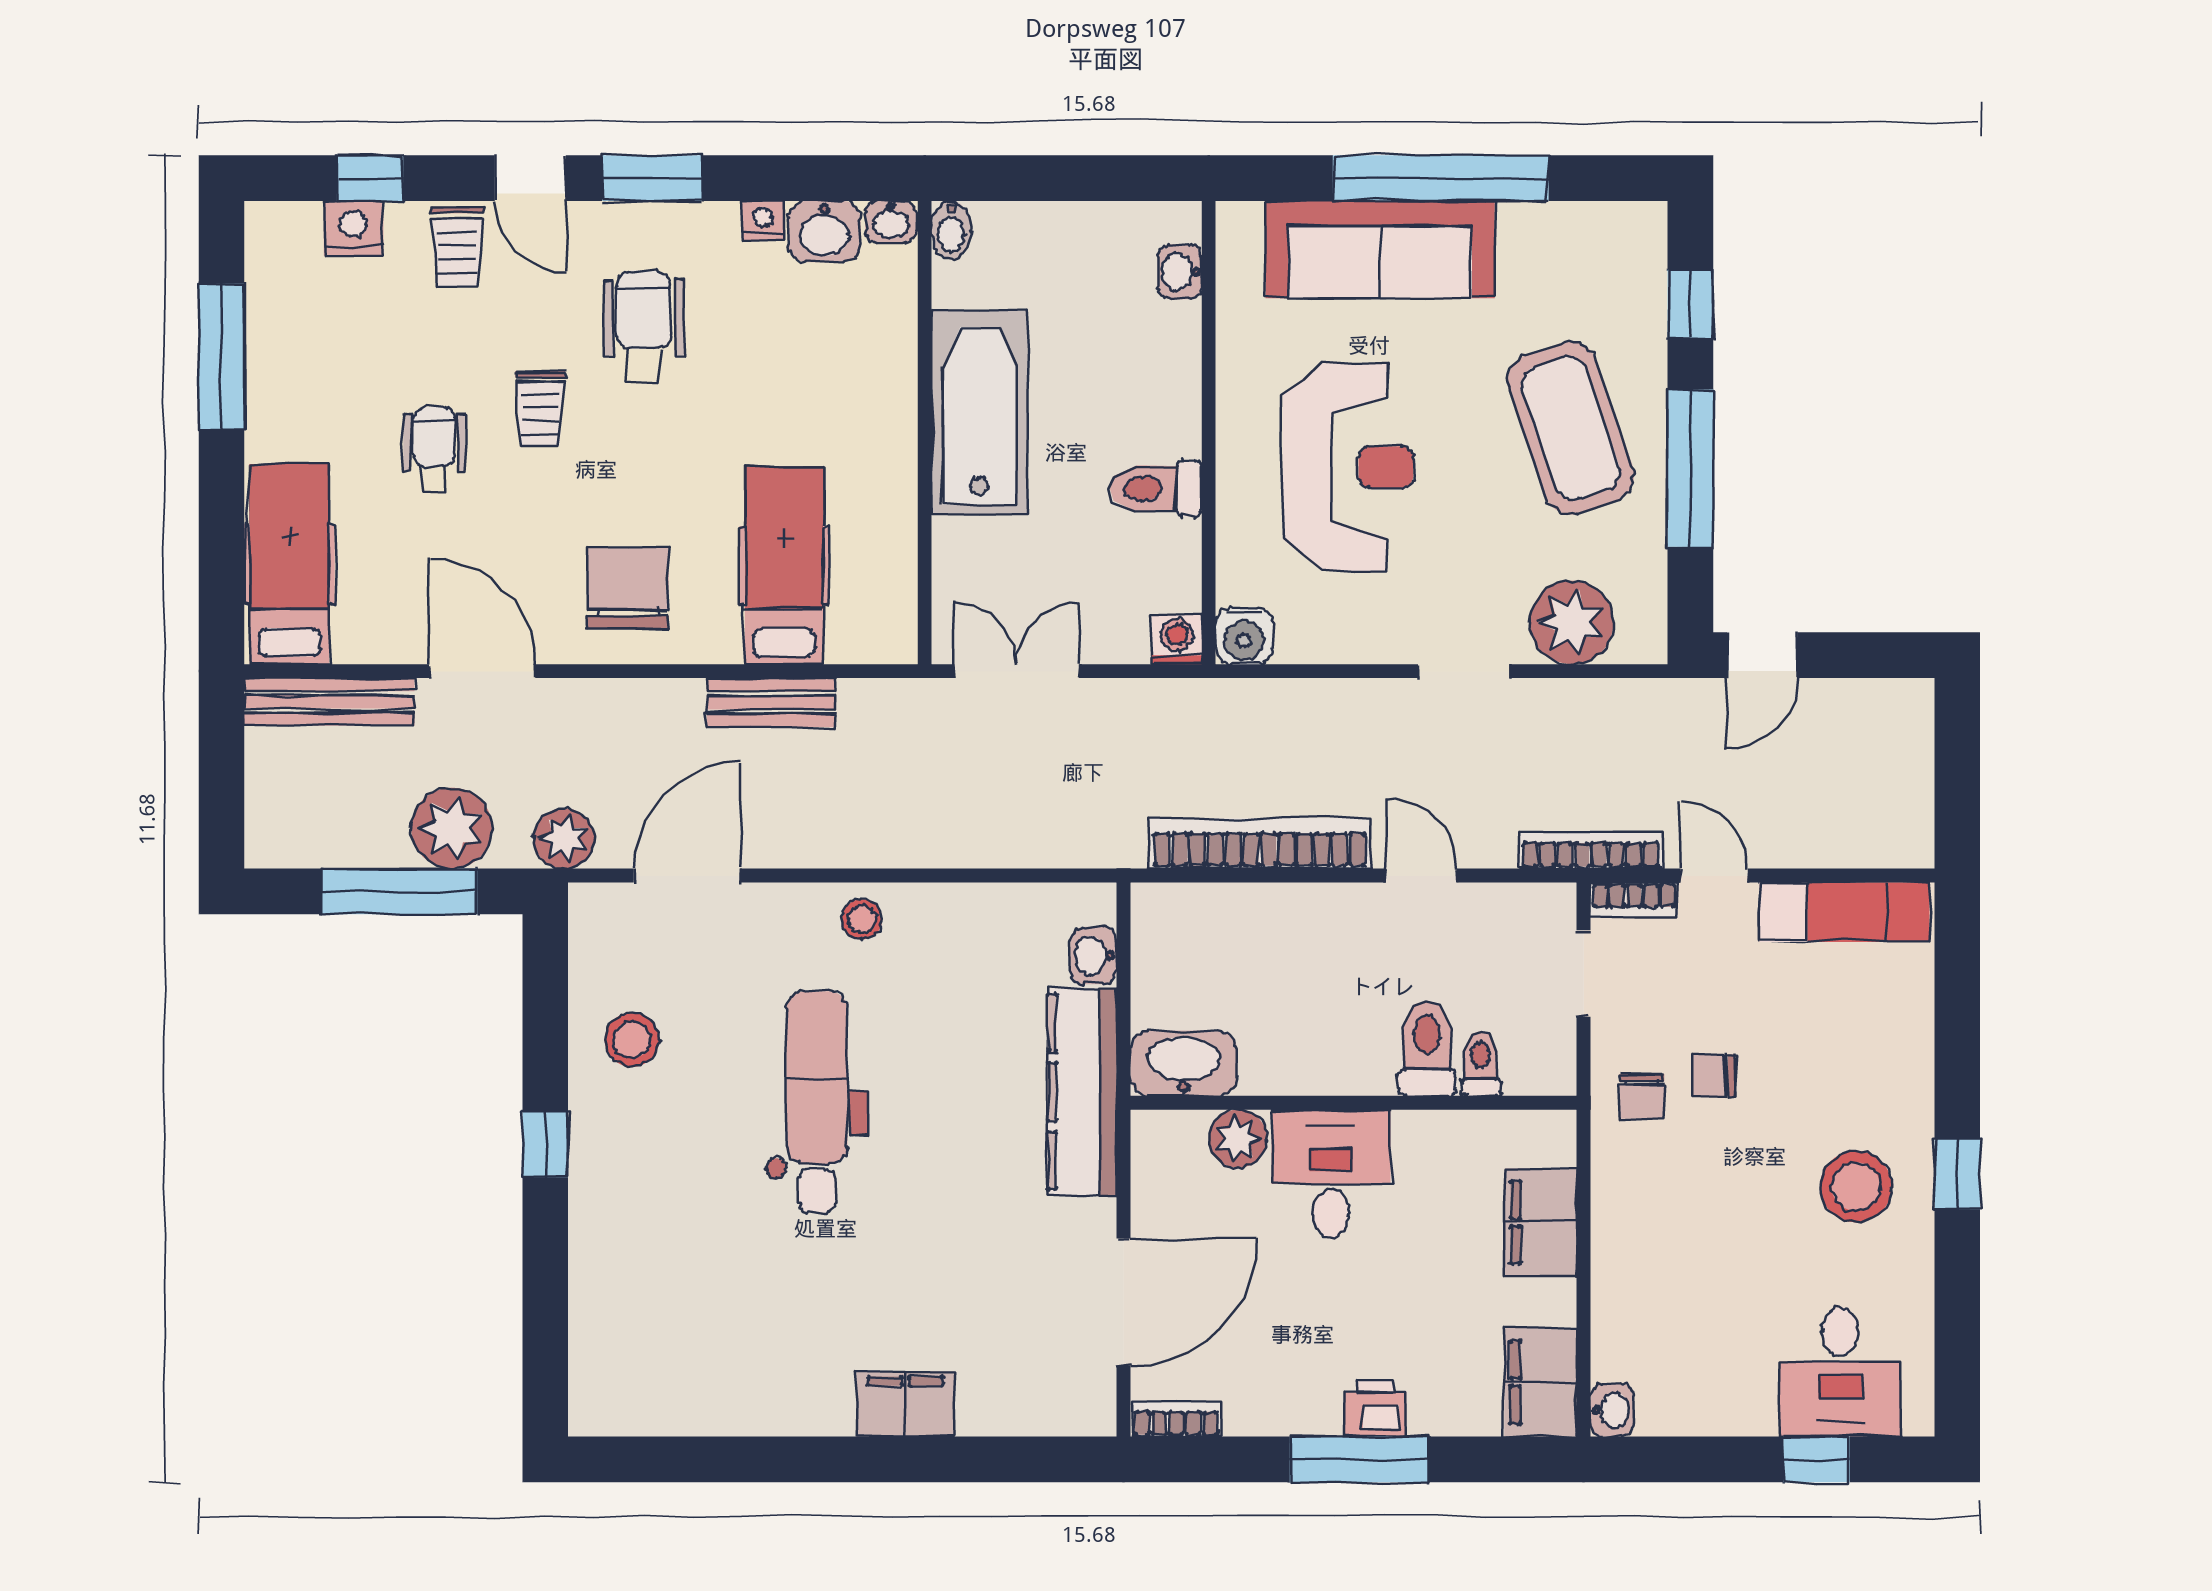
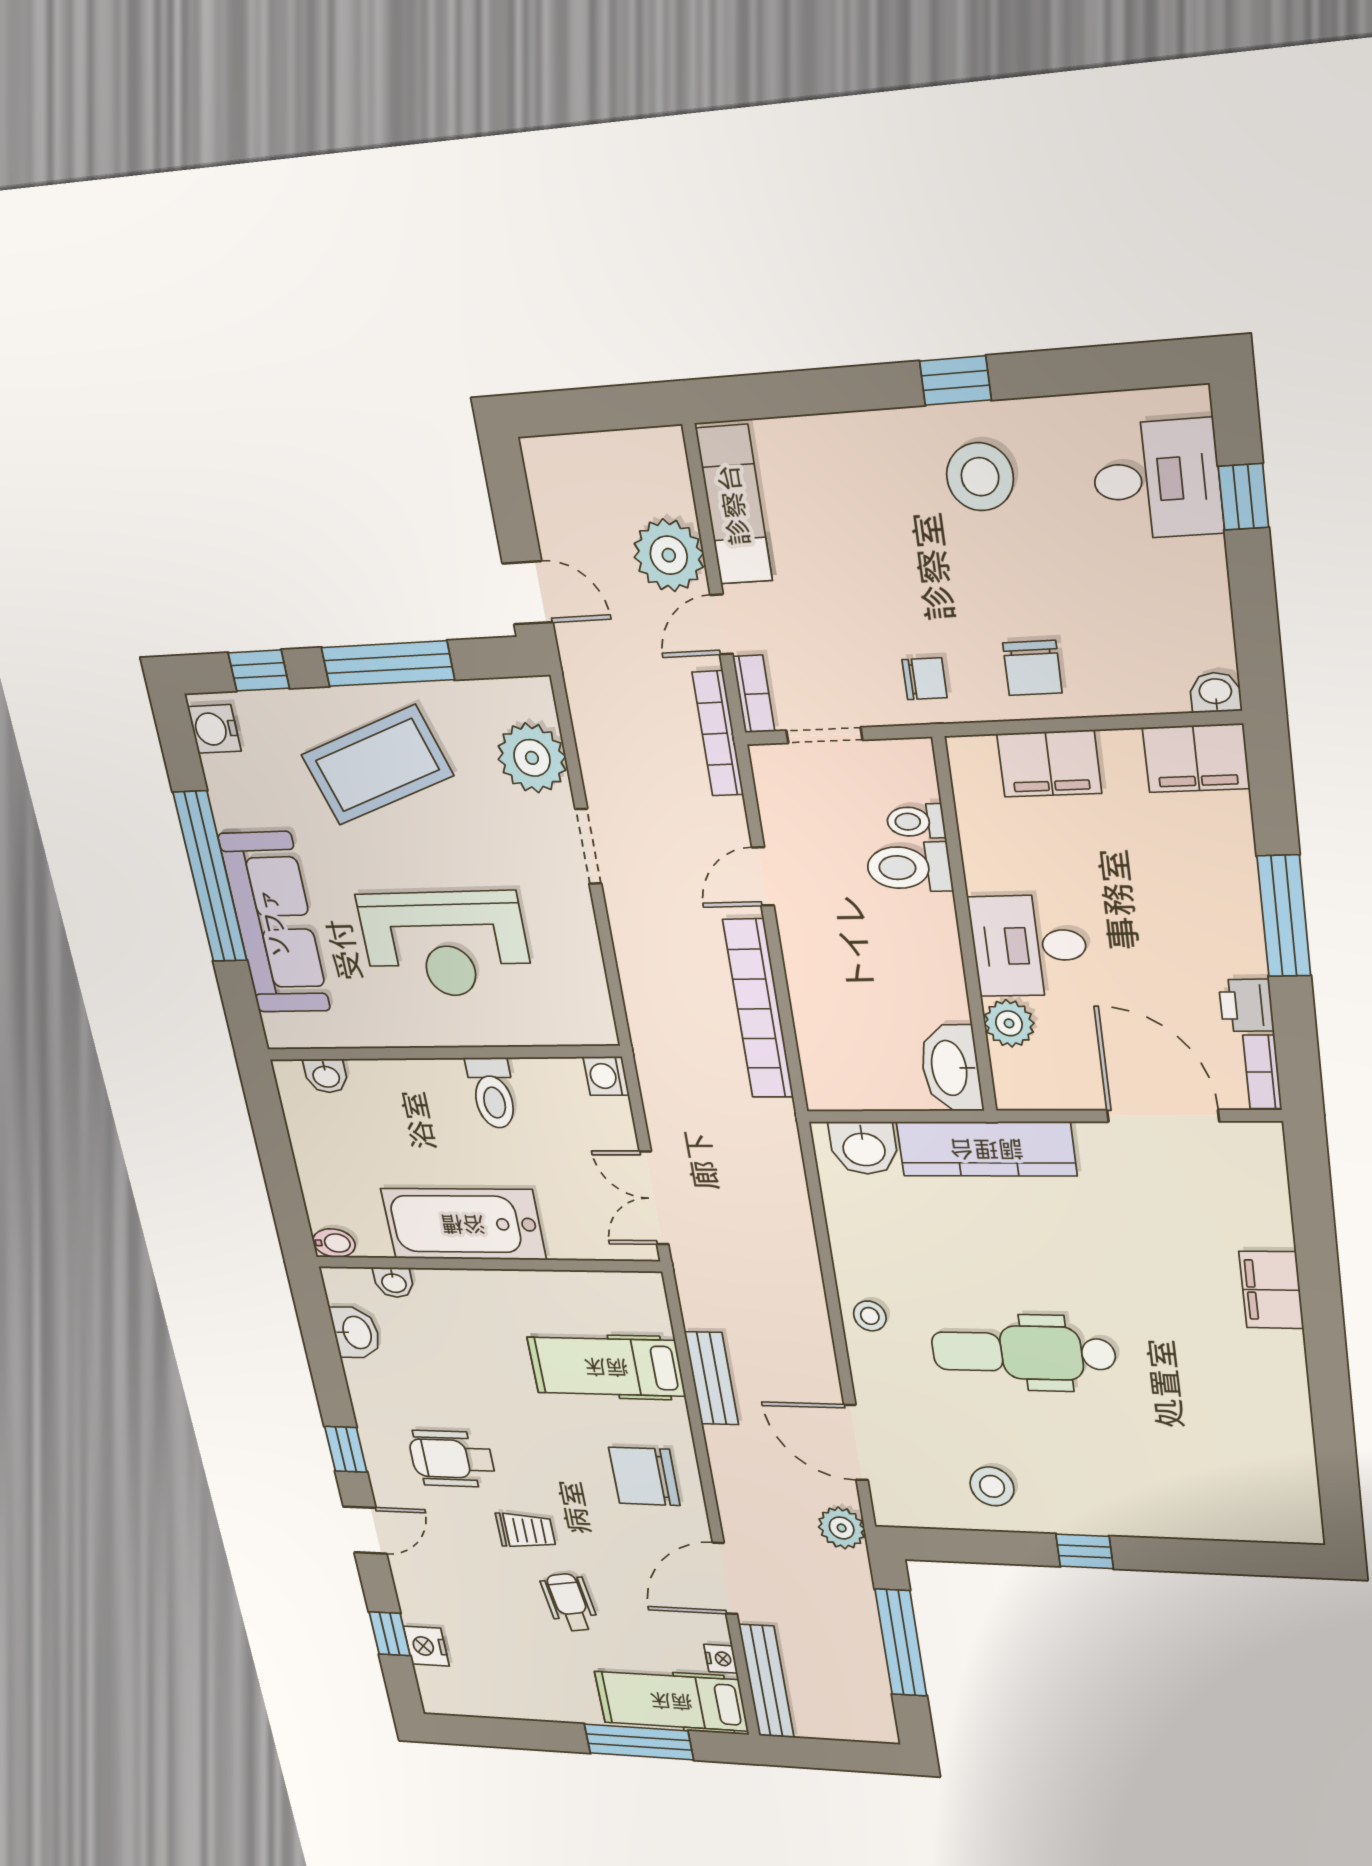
window: (652, 178) -> (346, 1449), width x0.67
nightstand: (763, 220) -> (721, 1659), moved, turned 180
washbasin: (891, 222) -> (394, 1282), moved, turned 90
trolley: (457, 246) -> (424, 1580), removed
window: (221, 357) -> (639, 1742), moved
wheelchair: (434, 449) -> (570, 1602), turned 81
reception desk: (1348, 467) -> (445, 944), turned 180
water cooler: (1244, 636) -> (214, 729), moved, turned 180
plant: (452, 828) -> (669, 555), moved
washbasin: (1094, 955) -> (864, 1148), width x1.38, depth x1.45
chair: (1713, 1076) -> (1032, 668), moved, width x1.37, depth x1.37
printer: (1375, 1409) -> (1246, 1005), moved

